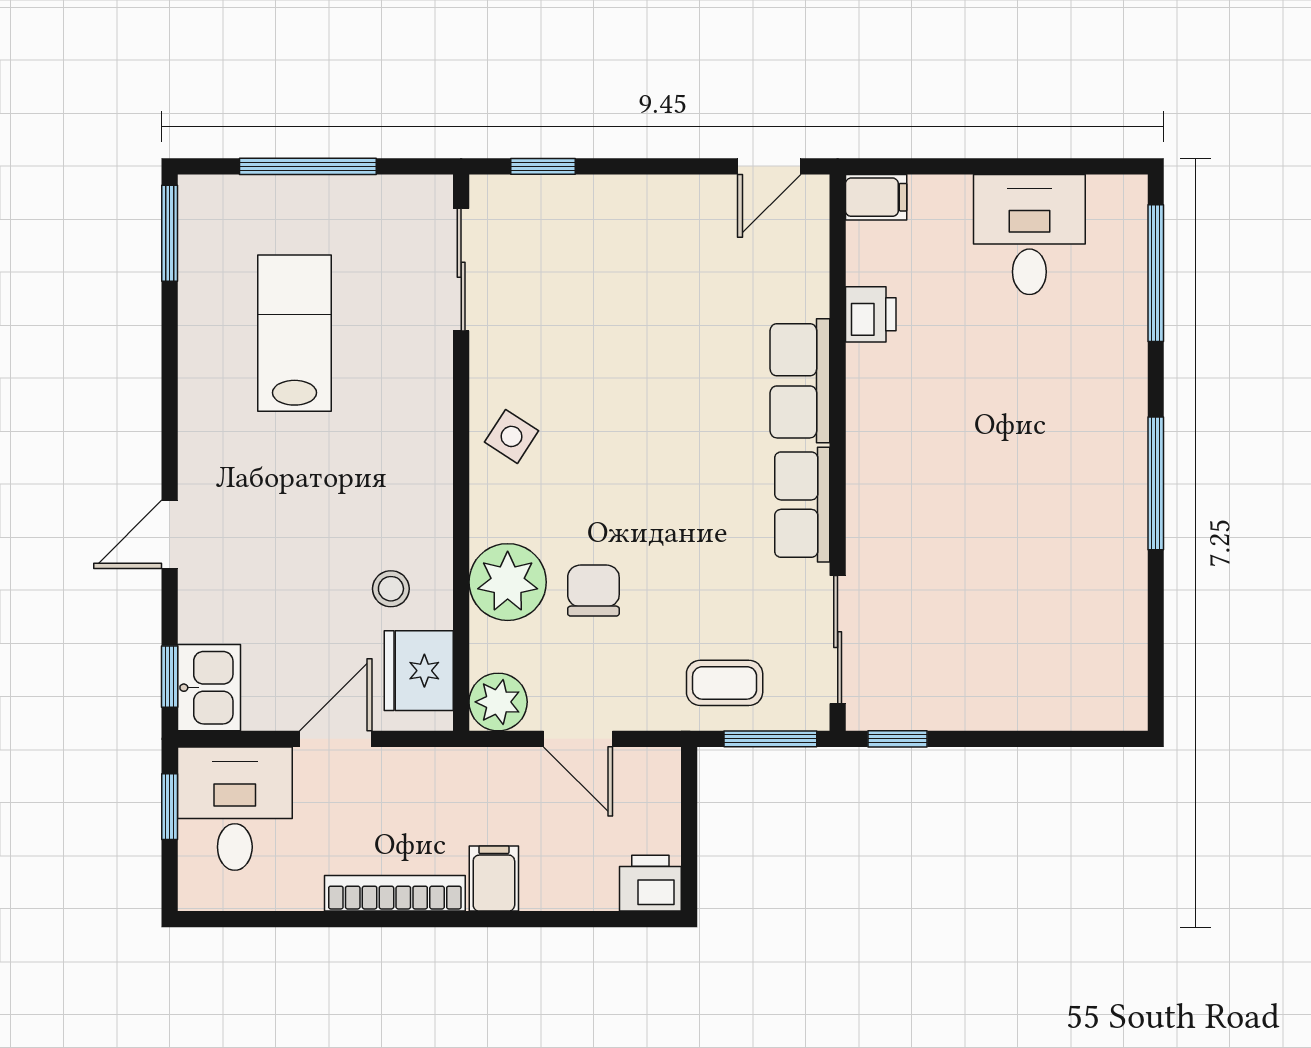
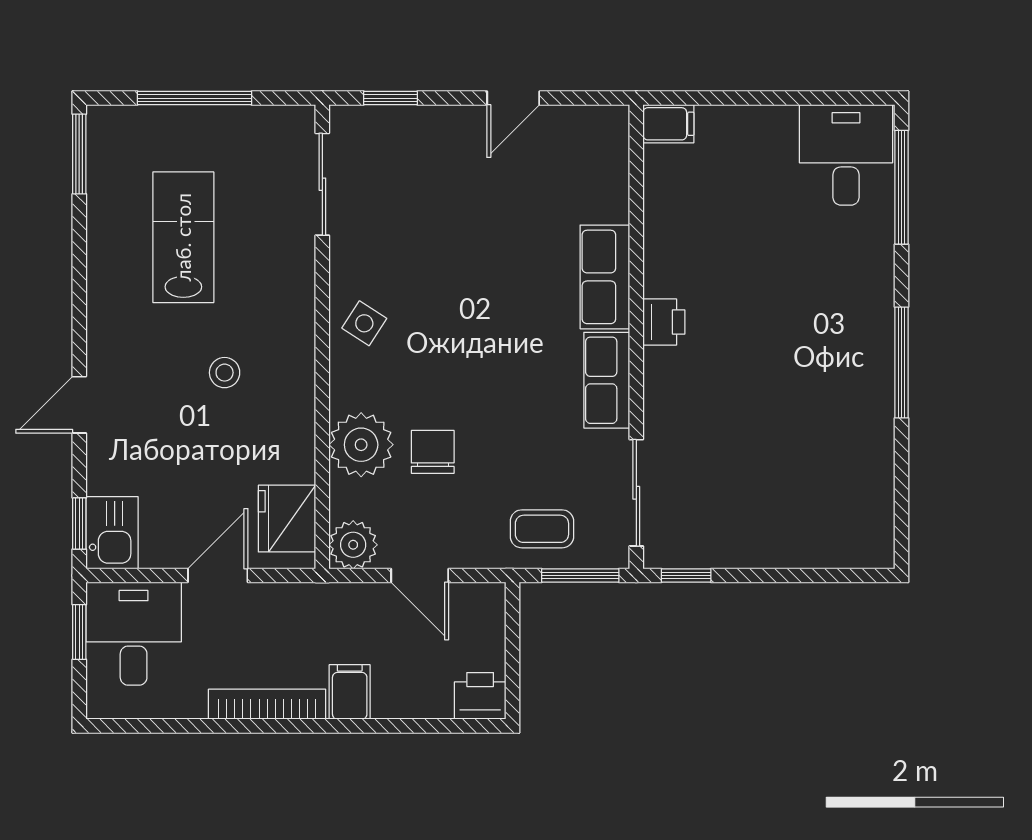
door: (769, 166) -> (513, 98), moved
desk: (1029, 234) -> (846, 155), moved
printer: (871, 314) -> (664, 322), moved
stool: (391, 589) -> (225, 373), moved

